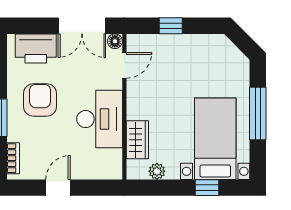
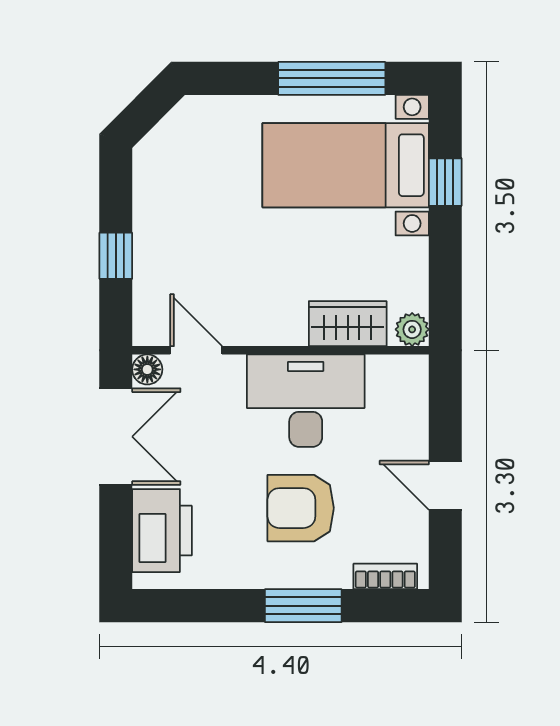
armchair: (40, 100) -> (301, 508), moved
window: (258, 113) -> (332, 78), moved
plant: (157, 171) -> (412, 329), moved

